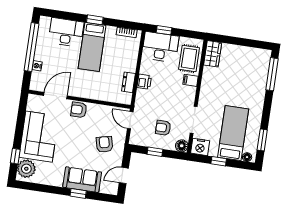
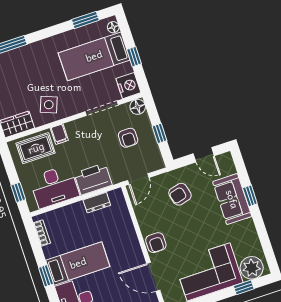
desk: (160, 47) -> (54, 187), moved, turned -90
printer: (144, 82) -> (93, 179), width x1.87, depth x1.48
side table: (215, 83) -> (49, 105), added

